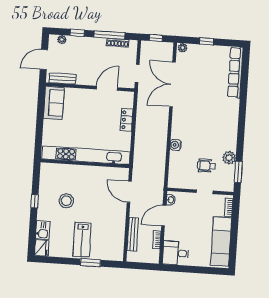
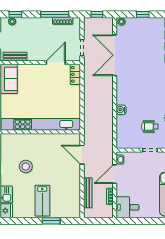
window: (77, 33) -> (15, 14), moved
locker: (127, 120) -> (75, 74), moved

